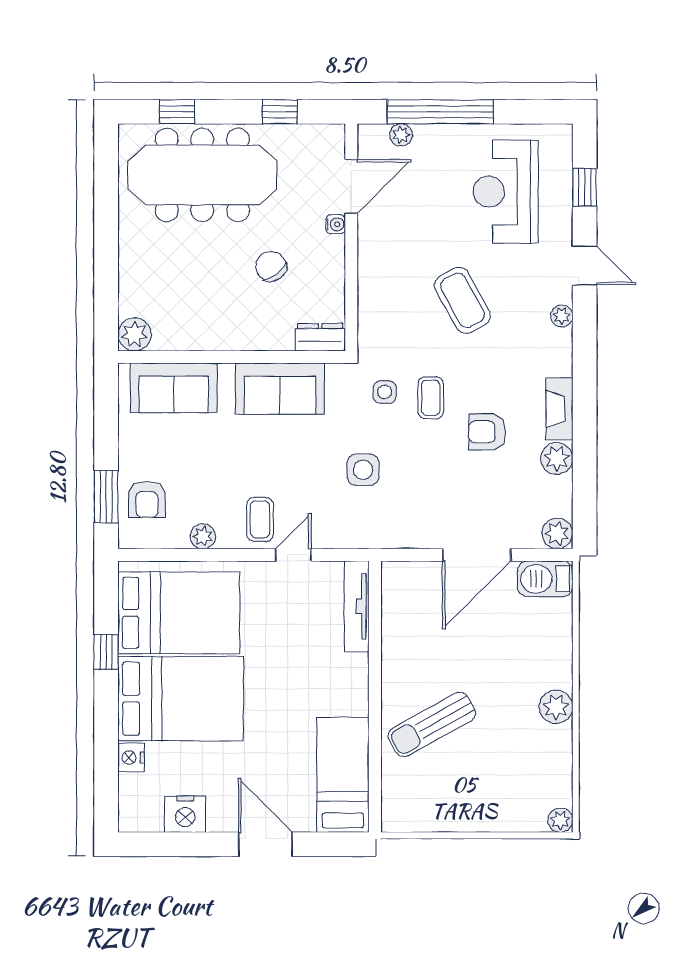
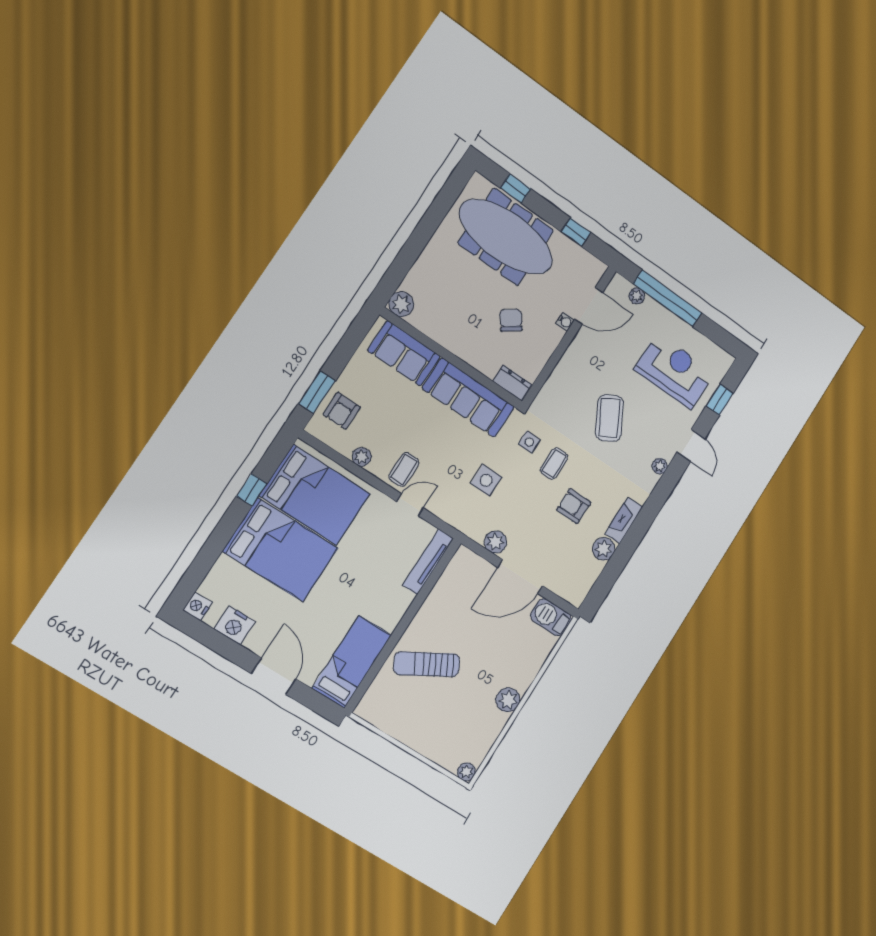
reception desk: (506, 192) -> (674, 371), turned 90
sofa: (280, 389) -> (468, 398), width x1.36
plant: (557, 533) -> (495, 542), moved
nightstand: (131, 758) -> (197, 606), moved

